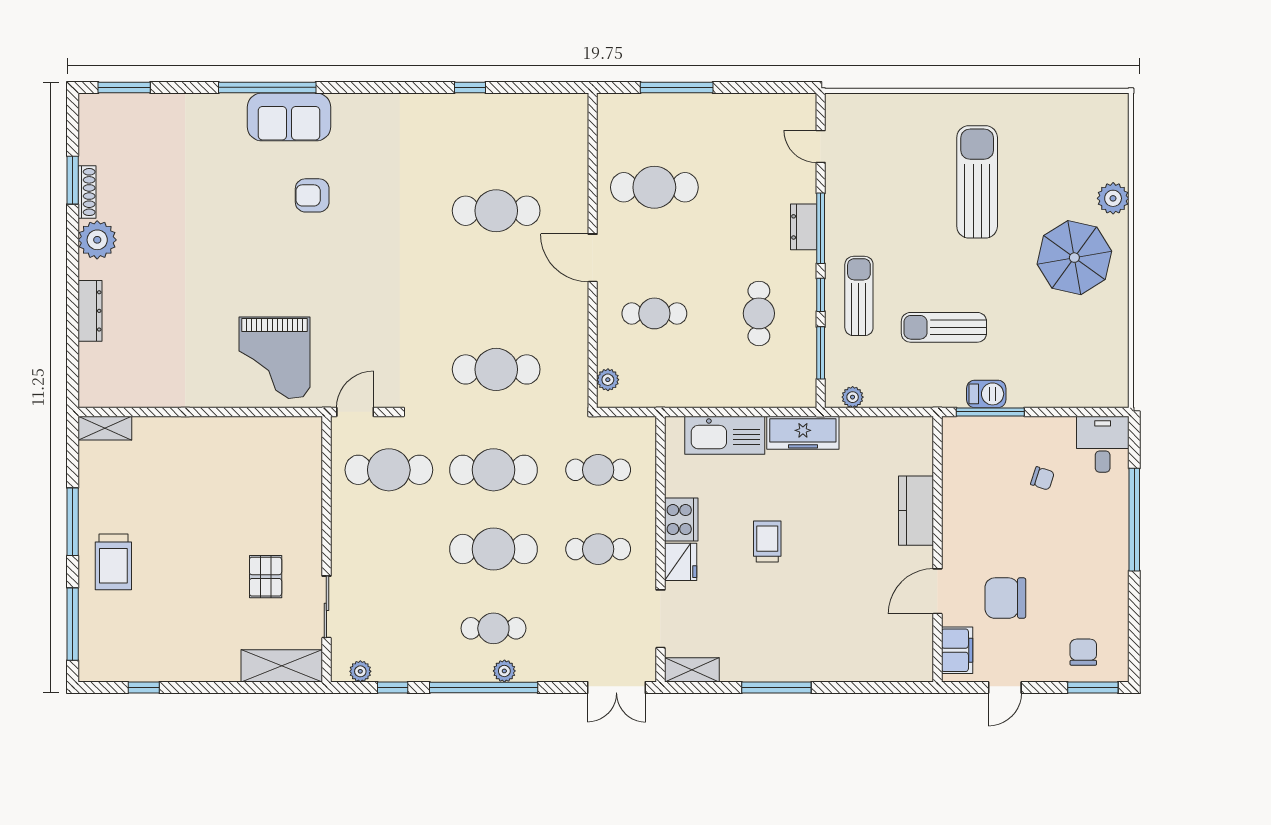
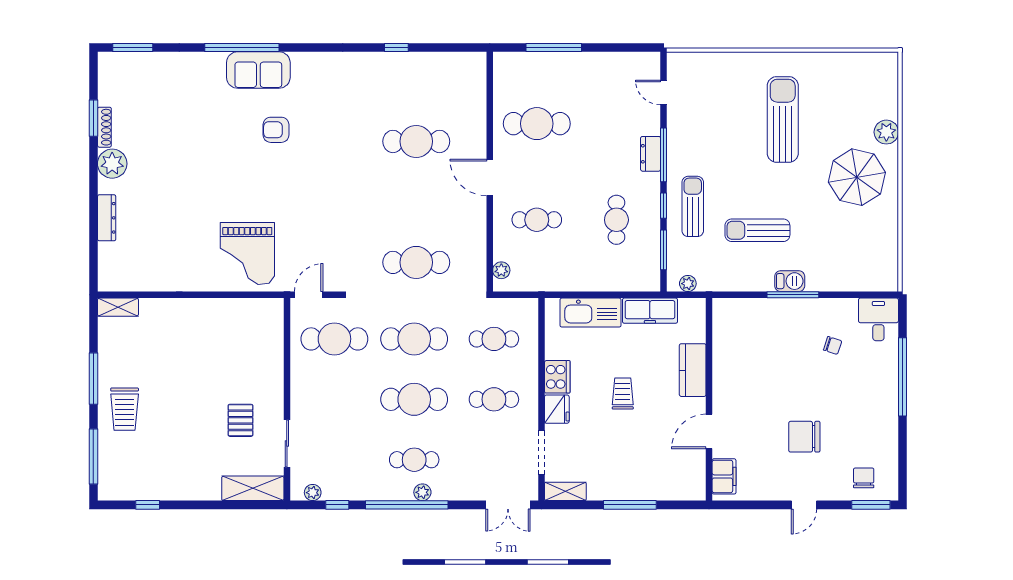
kitchen counter: (916, 511) -> (693, 370), moved
wall: (937, 549) -> (709, 399), moved
door: (937, 591) -> (709, 431), moved
filing cabinet: (957, 650) -> (724, 476), moved

